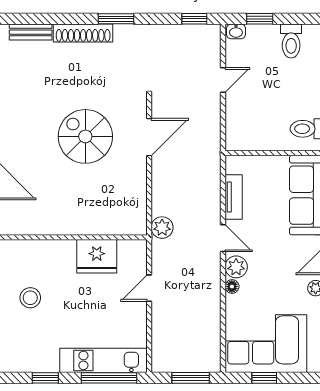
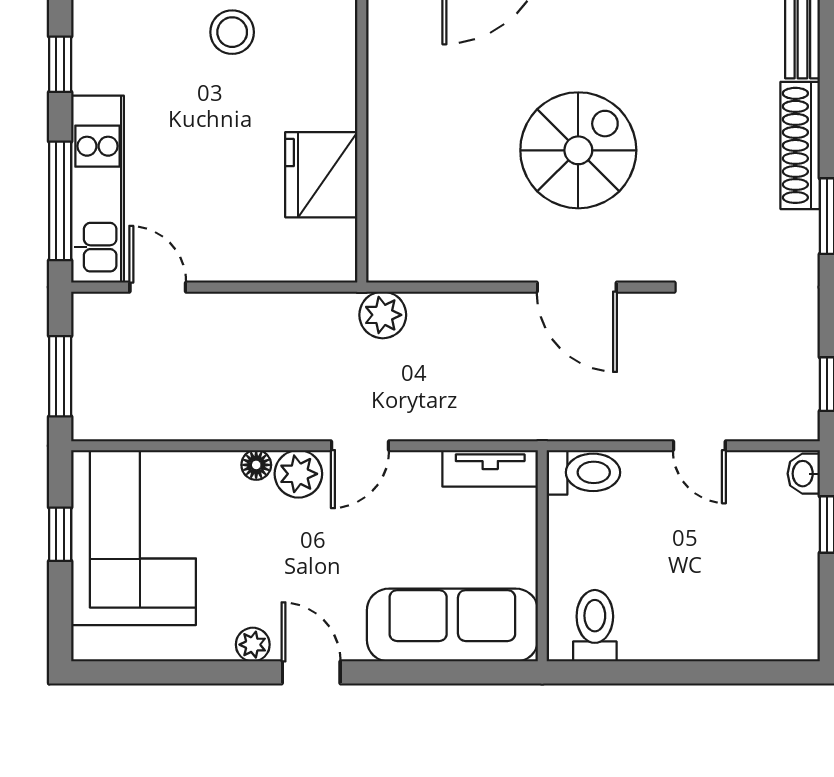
toilet: (291, 41) -> (583, 472), moved, turned 180
tv unit: (234, 197) -> (490, 468), moved
door: (149, 288) -> (158, 287), moved

